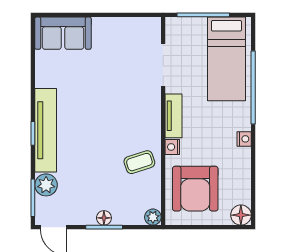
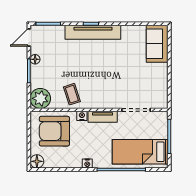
plant: (46, 185) -> (57, 33), removed
plant: (153, 217) -> (40, 98), width x1.87, depth x1.87
floor lamp: (104, 218) -> (35, 59), moved

